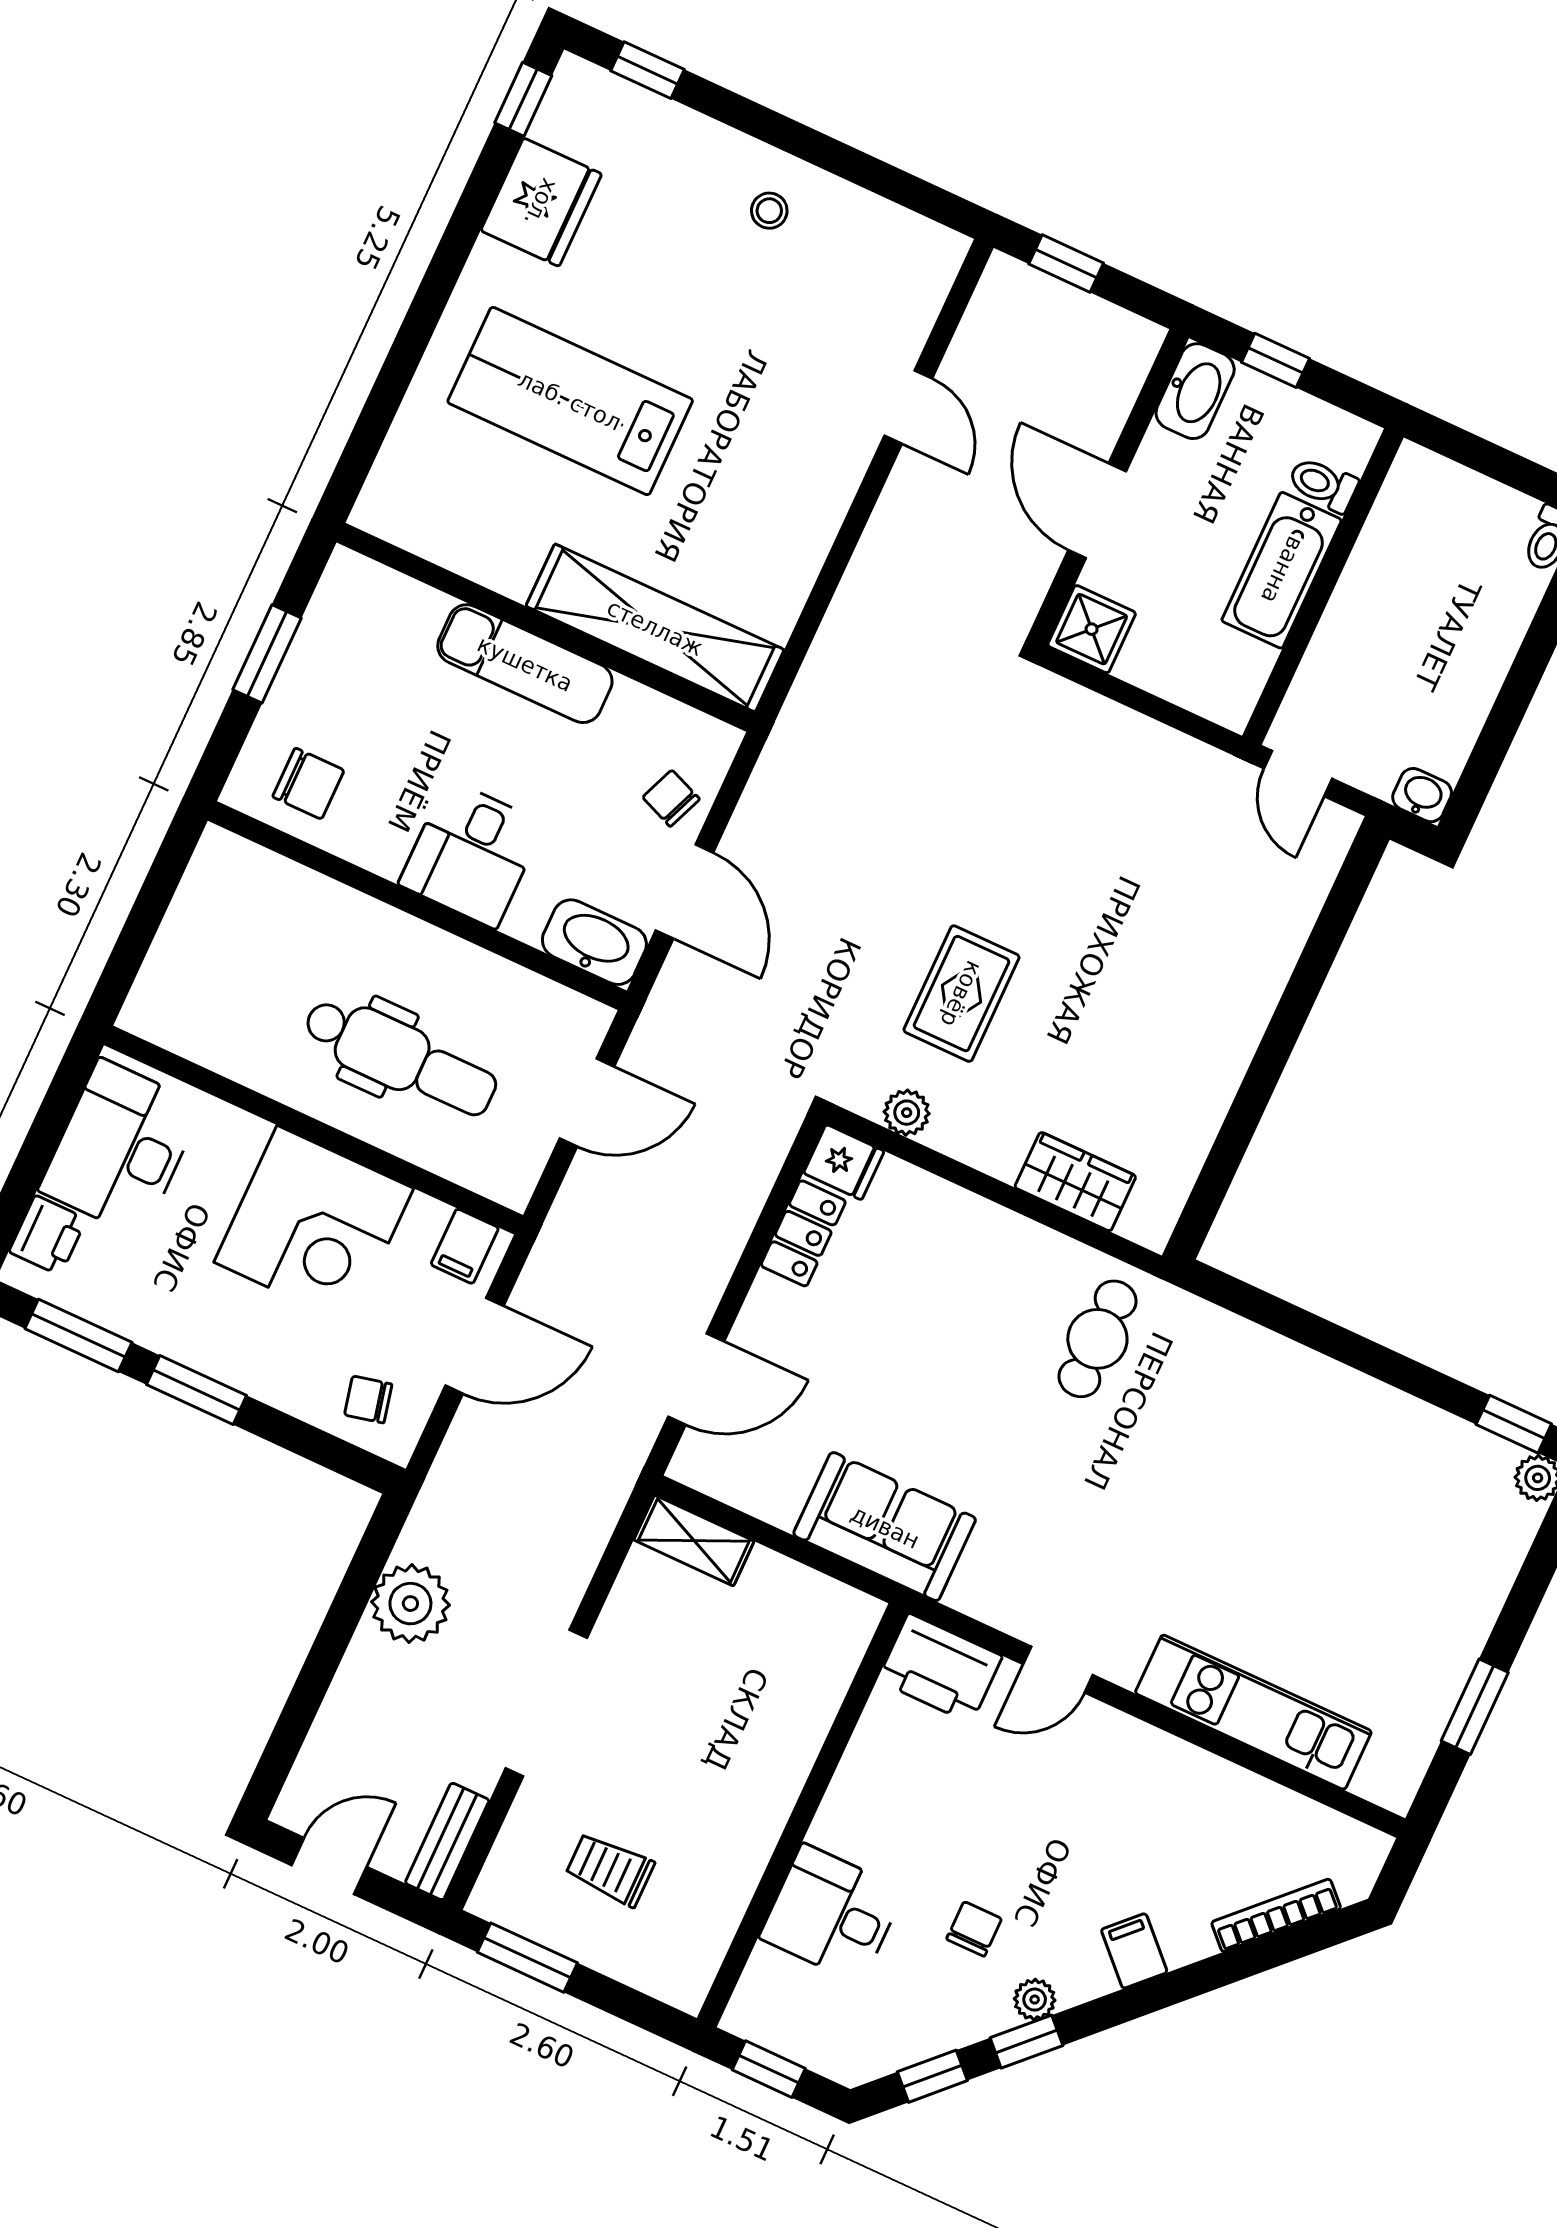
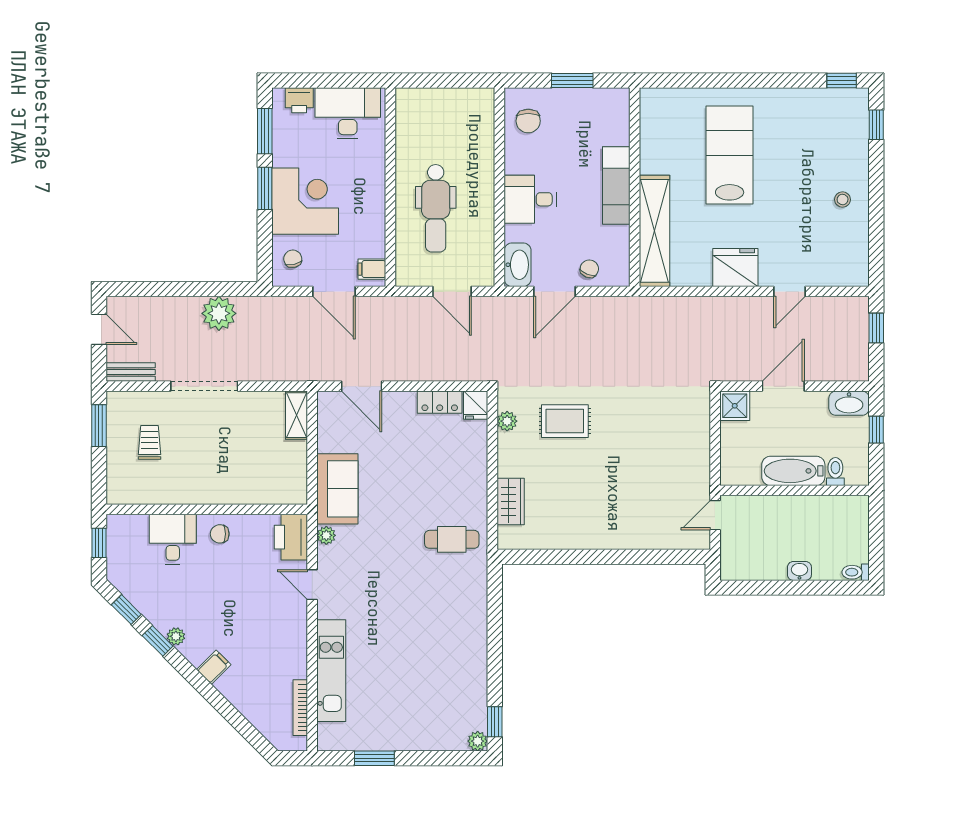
fridge: (541, 202) -> (735, 268), moved, turned 180
washbasin: (1422, 795) -> (799, 571), moved, turned -90
corner desk: (314, 1225) -> (305, 201), moved, turned 180
plant: (970, 1594) -> (326, 535), added
bookcase: (1276, 1915) -> (300, 708), moved, turned -135
chair: (974, 1929) -> (220, 534), moved, turned 180

